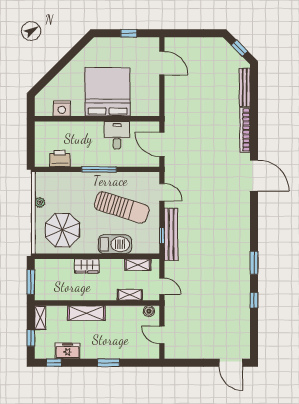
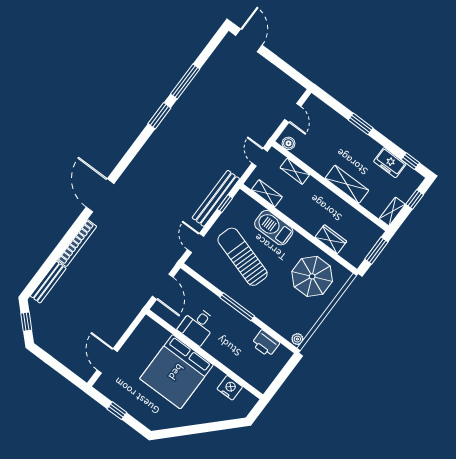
plant: (40, 202) -> (297, 339), moved
wardrobe: (87, 266) -> (331, 239), moved
window: (254, 300) -> (185, 82), width x2.17

